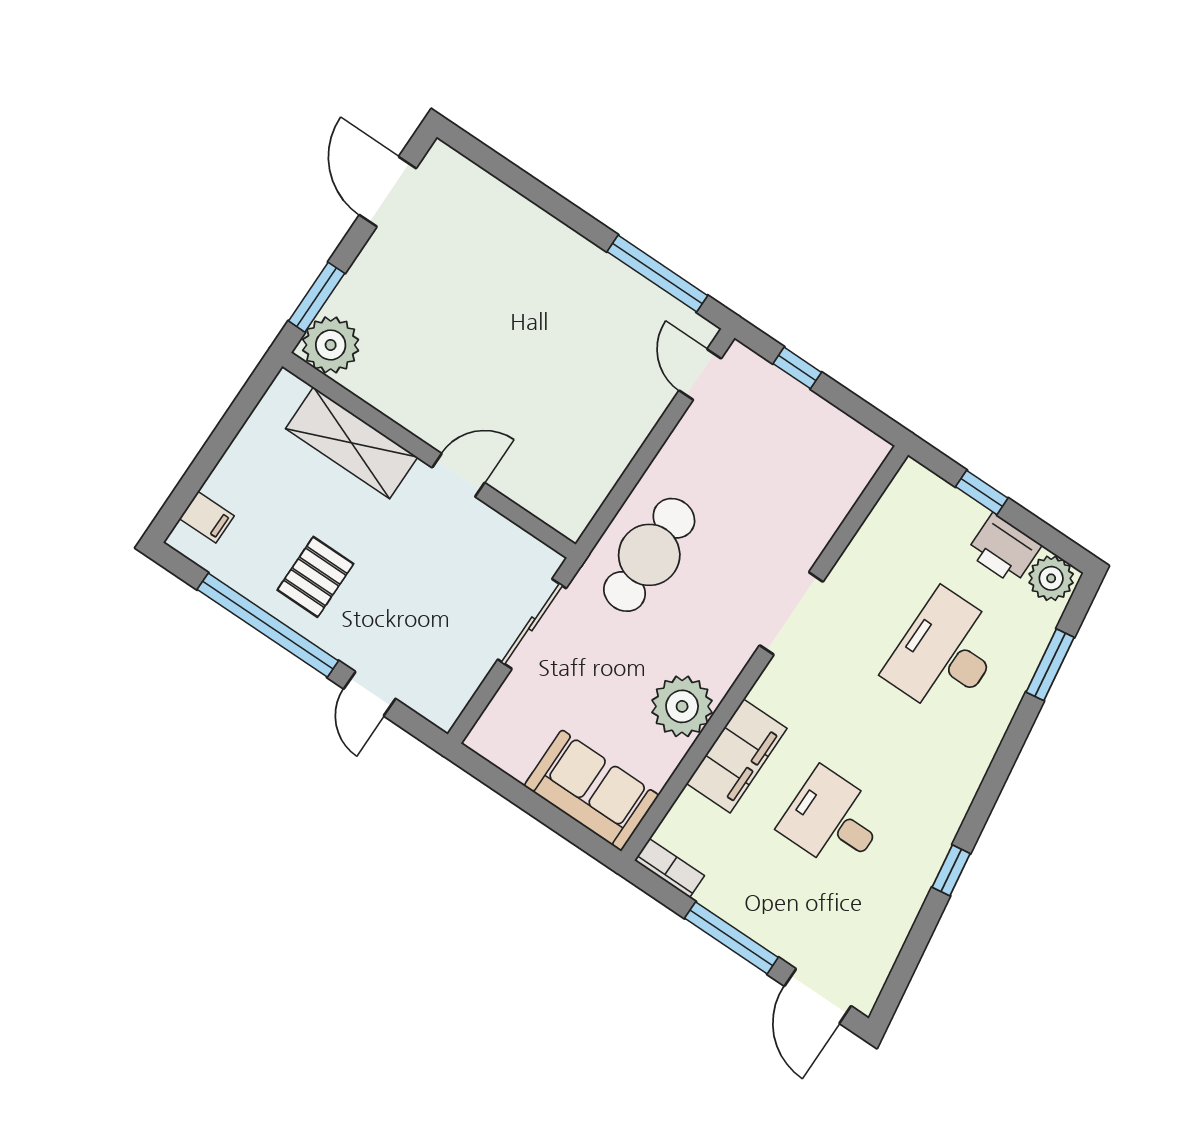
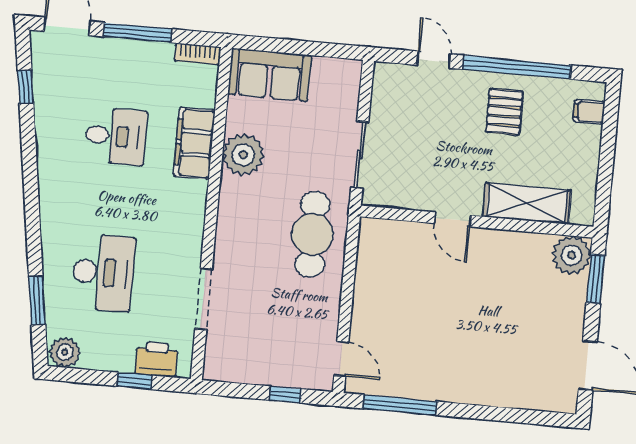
door: (458, 475) -> (453, 219), hinge flipped
printer: (1004, 549) -> (156, 359), moved
doorway: (791, 613) -> (204, 299), moved
window: (951, 870) -> (25, 87), moved

